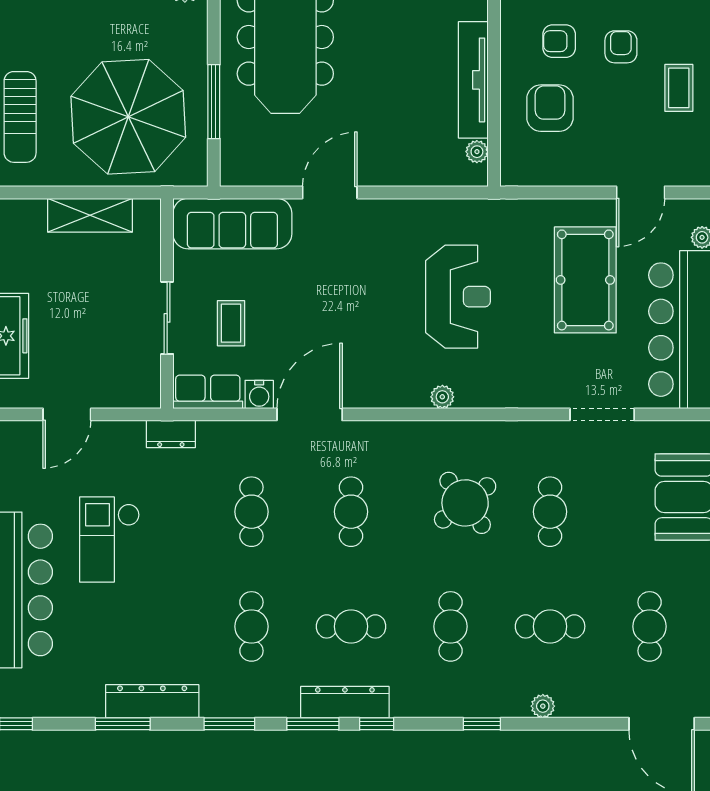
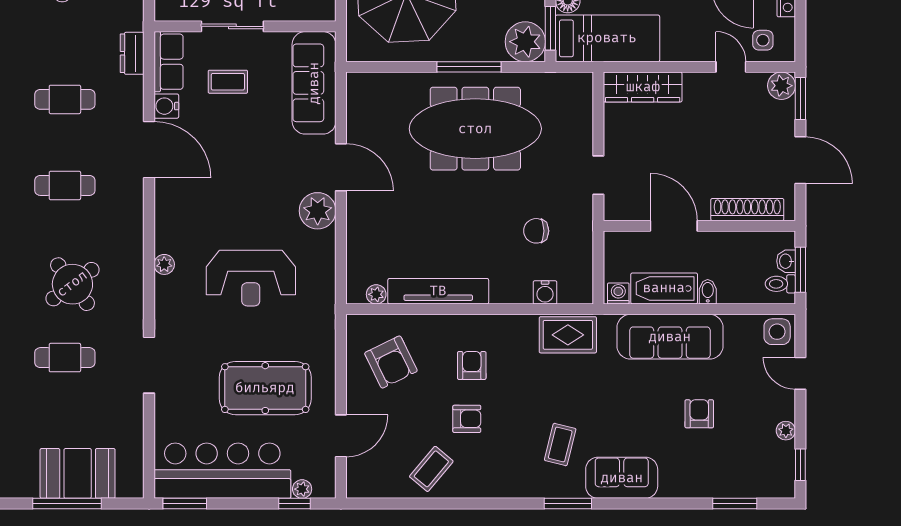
coffee table: (679, 88) -> (431, 469), turned -50
window: (214, 102) -> (469, 67), moved
armchair: (550, 108) -> (391, 362), moved, turned 64
door: (641, 192) -> (341, 436), swing flipped
plant: (380, 219) -> (318, 211), added
doorway: (602, 414) -> (149, 365), moved
dresser: (171, 434) -> (132, 53), moved

